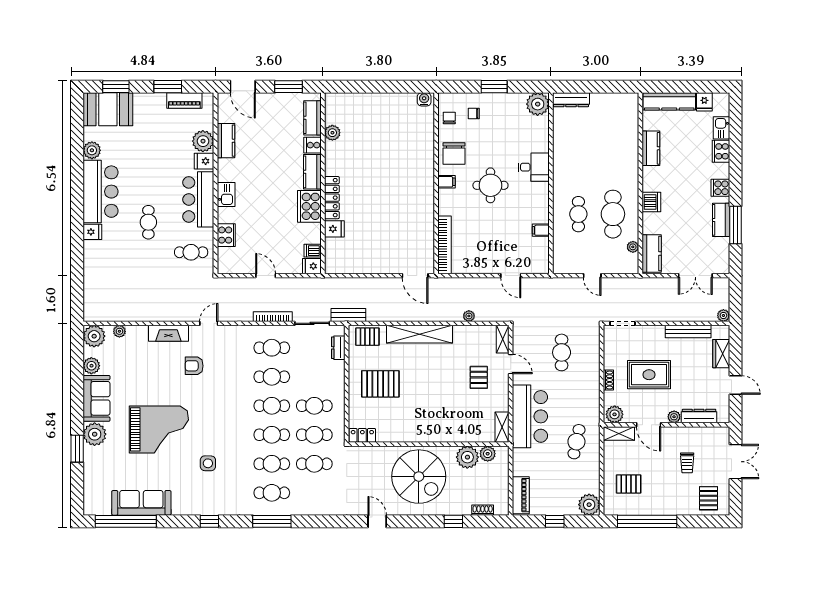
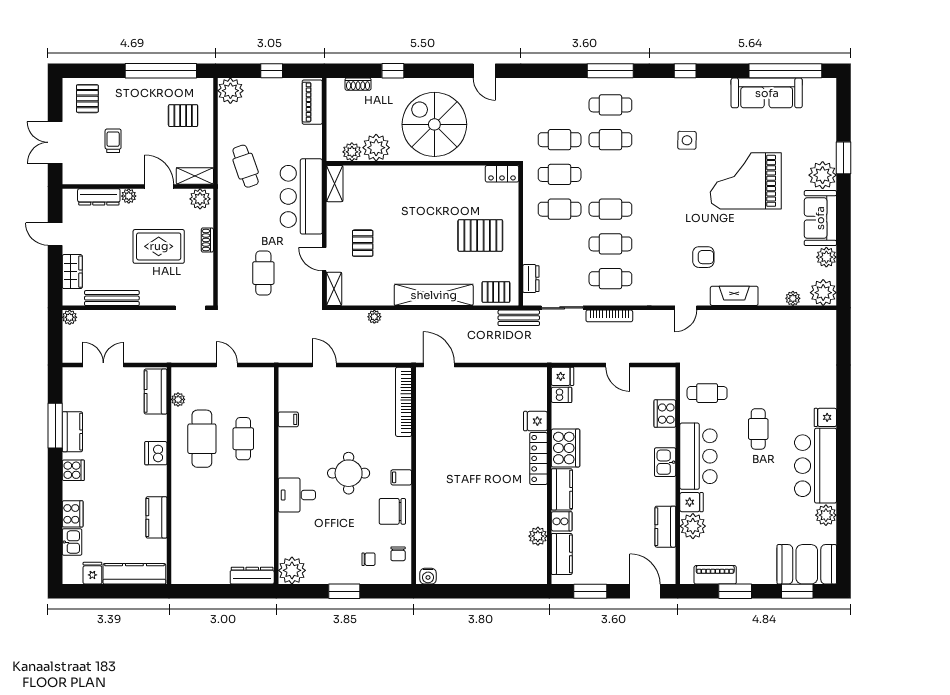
chair: (454, 153) -> (392, 511), turned -90
cafe table: (272, 435) -> (610, 174), removed
cafe table: (576, 442) -> (246, 166), turned -31

